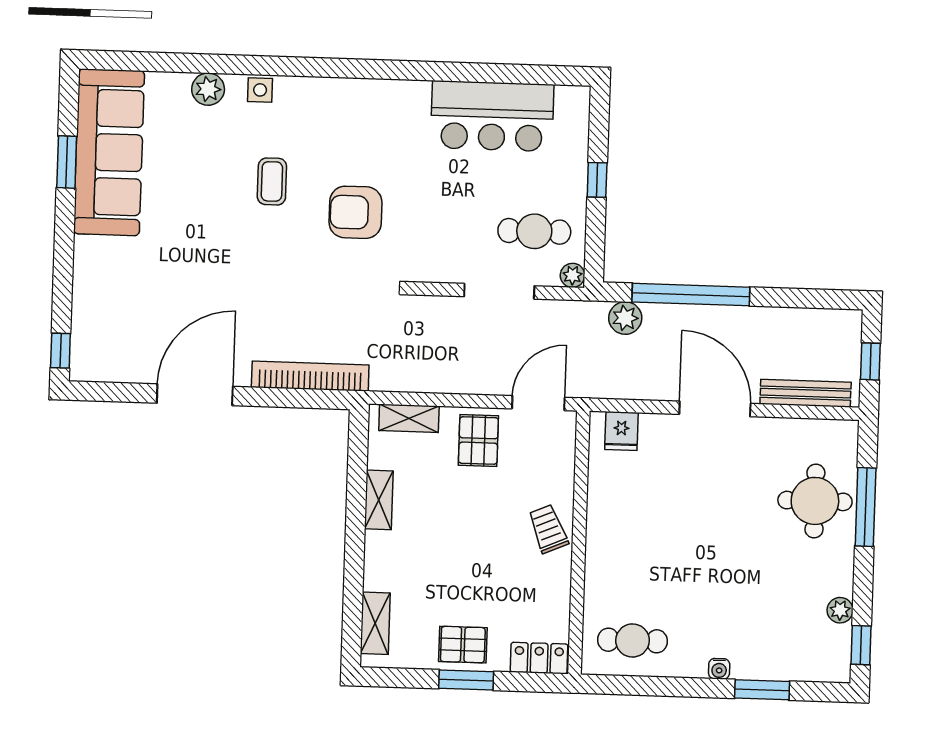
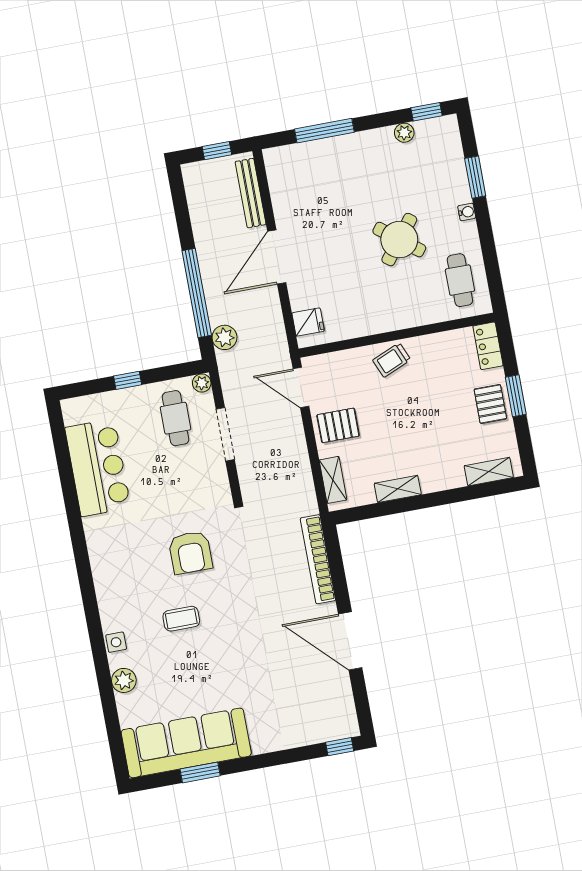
round table: (815, 501) -> (399, 240), moved, turned 38

